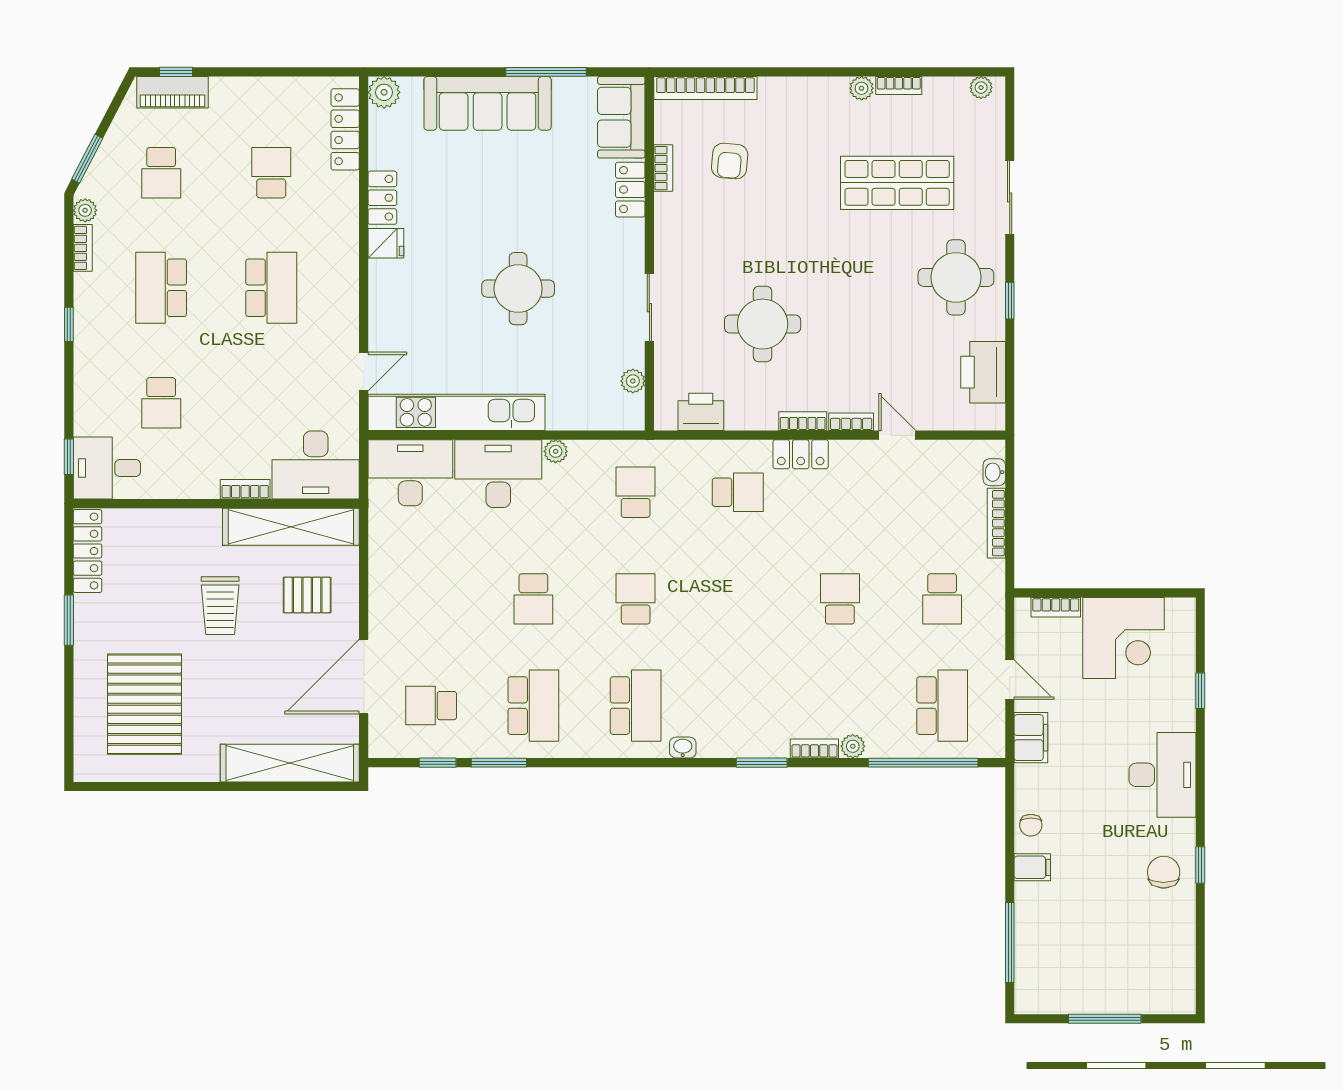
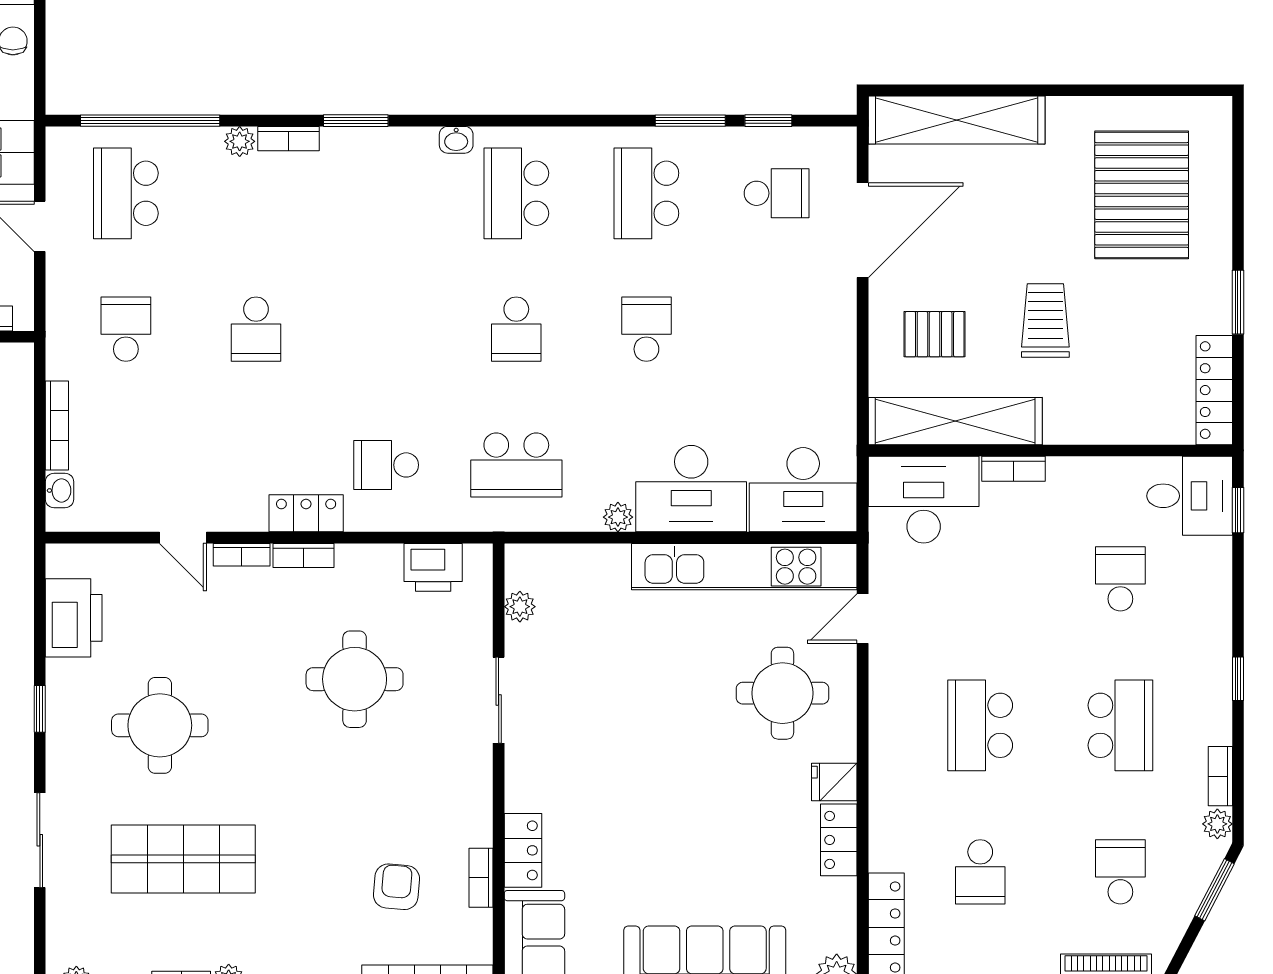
round table: (956, 277) -> (160, 725), moved
round table: (518, 289) -> (782, 693), moved
school desk: (636, 492) -> (516, 465), width x1.85

